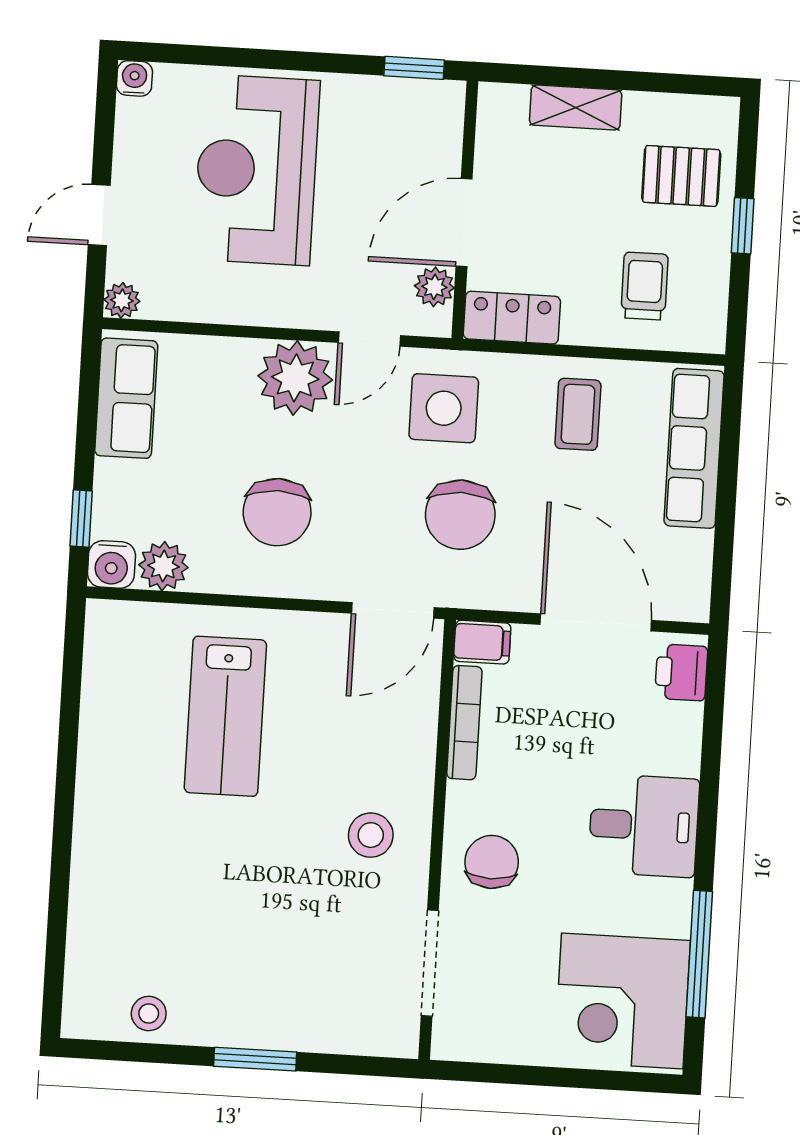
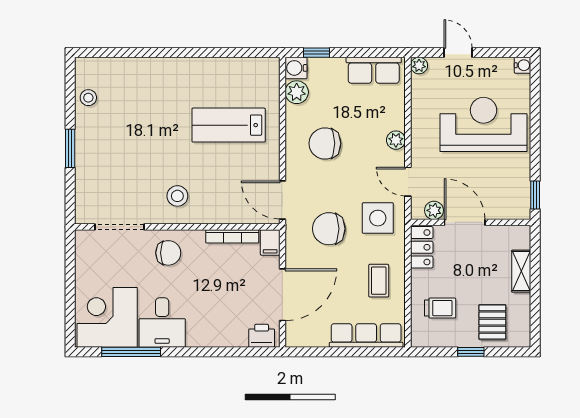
plant: (295, 378) -> (396, 140), width x0.53, depth x0.53
coffee table: (578, 414) -> (379, 281), turned 90
desk: (644, 826) -> (162, 323), moved

